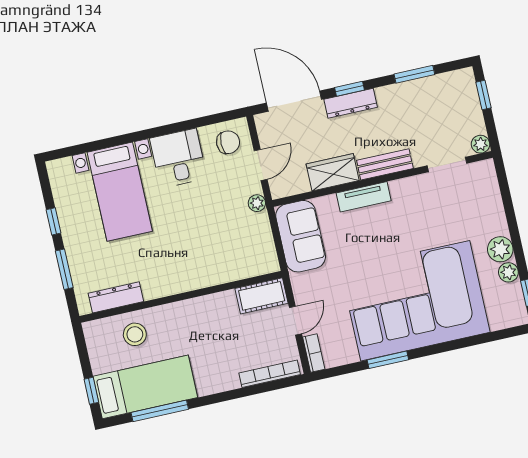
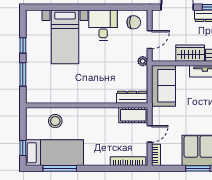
dresser: (116, 297) -> (132, 97), moved

